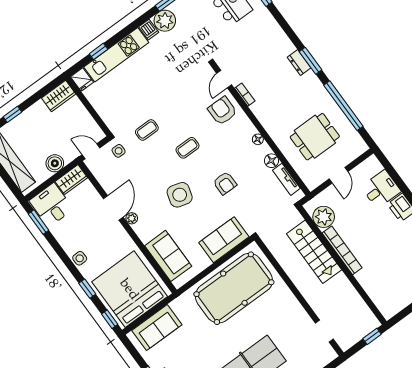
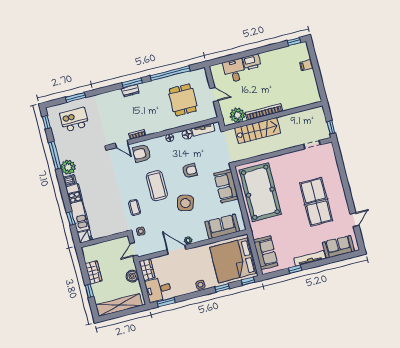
wardrobe: (59, 96) -> (94, 272), moved
coffee table: (187, 148) -> (157, 186), width x1.86, depth x1.72
window: (372, 336) -> (331, 127), moved

